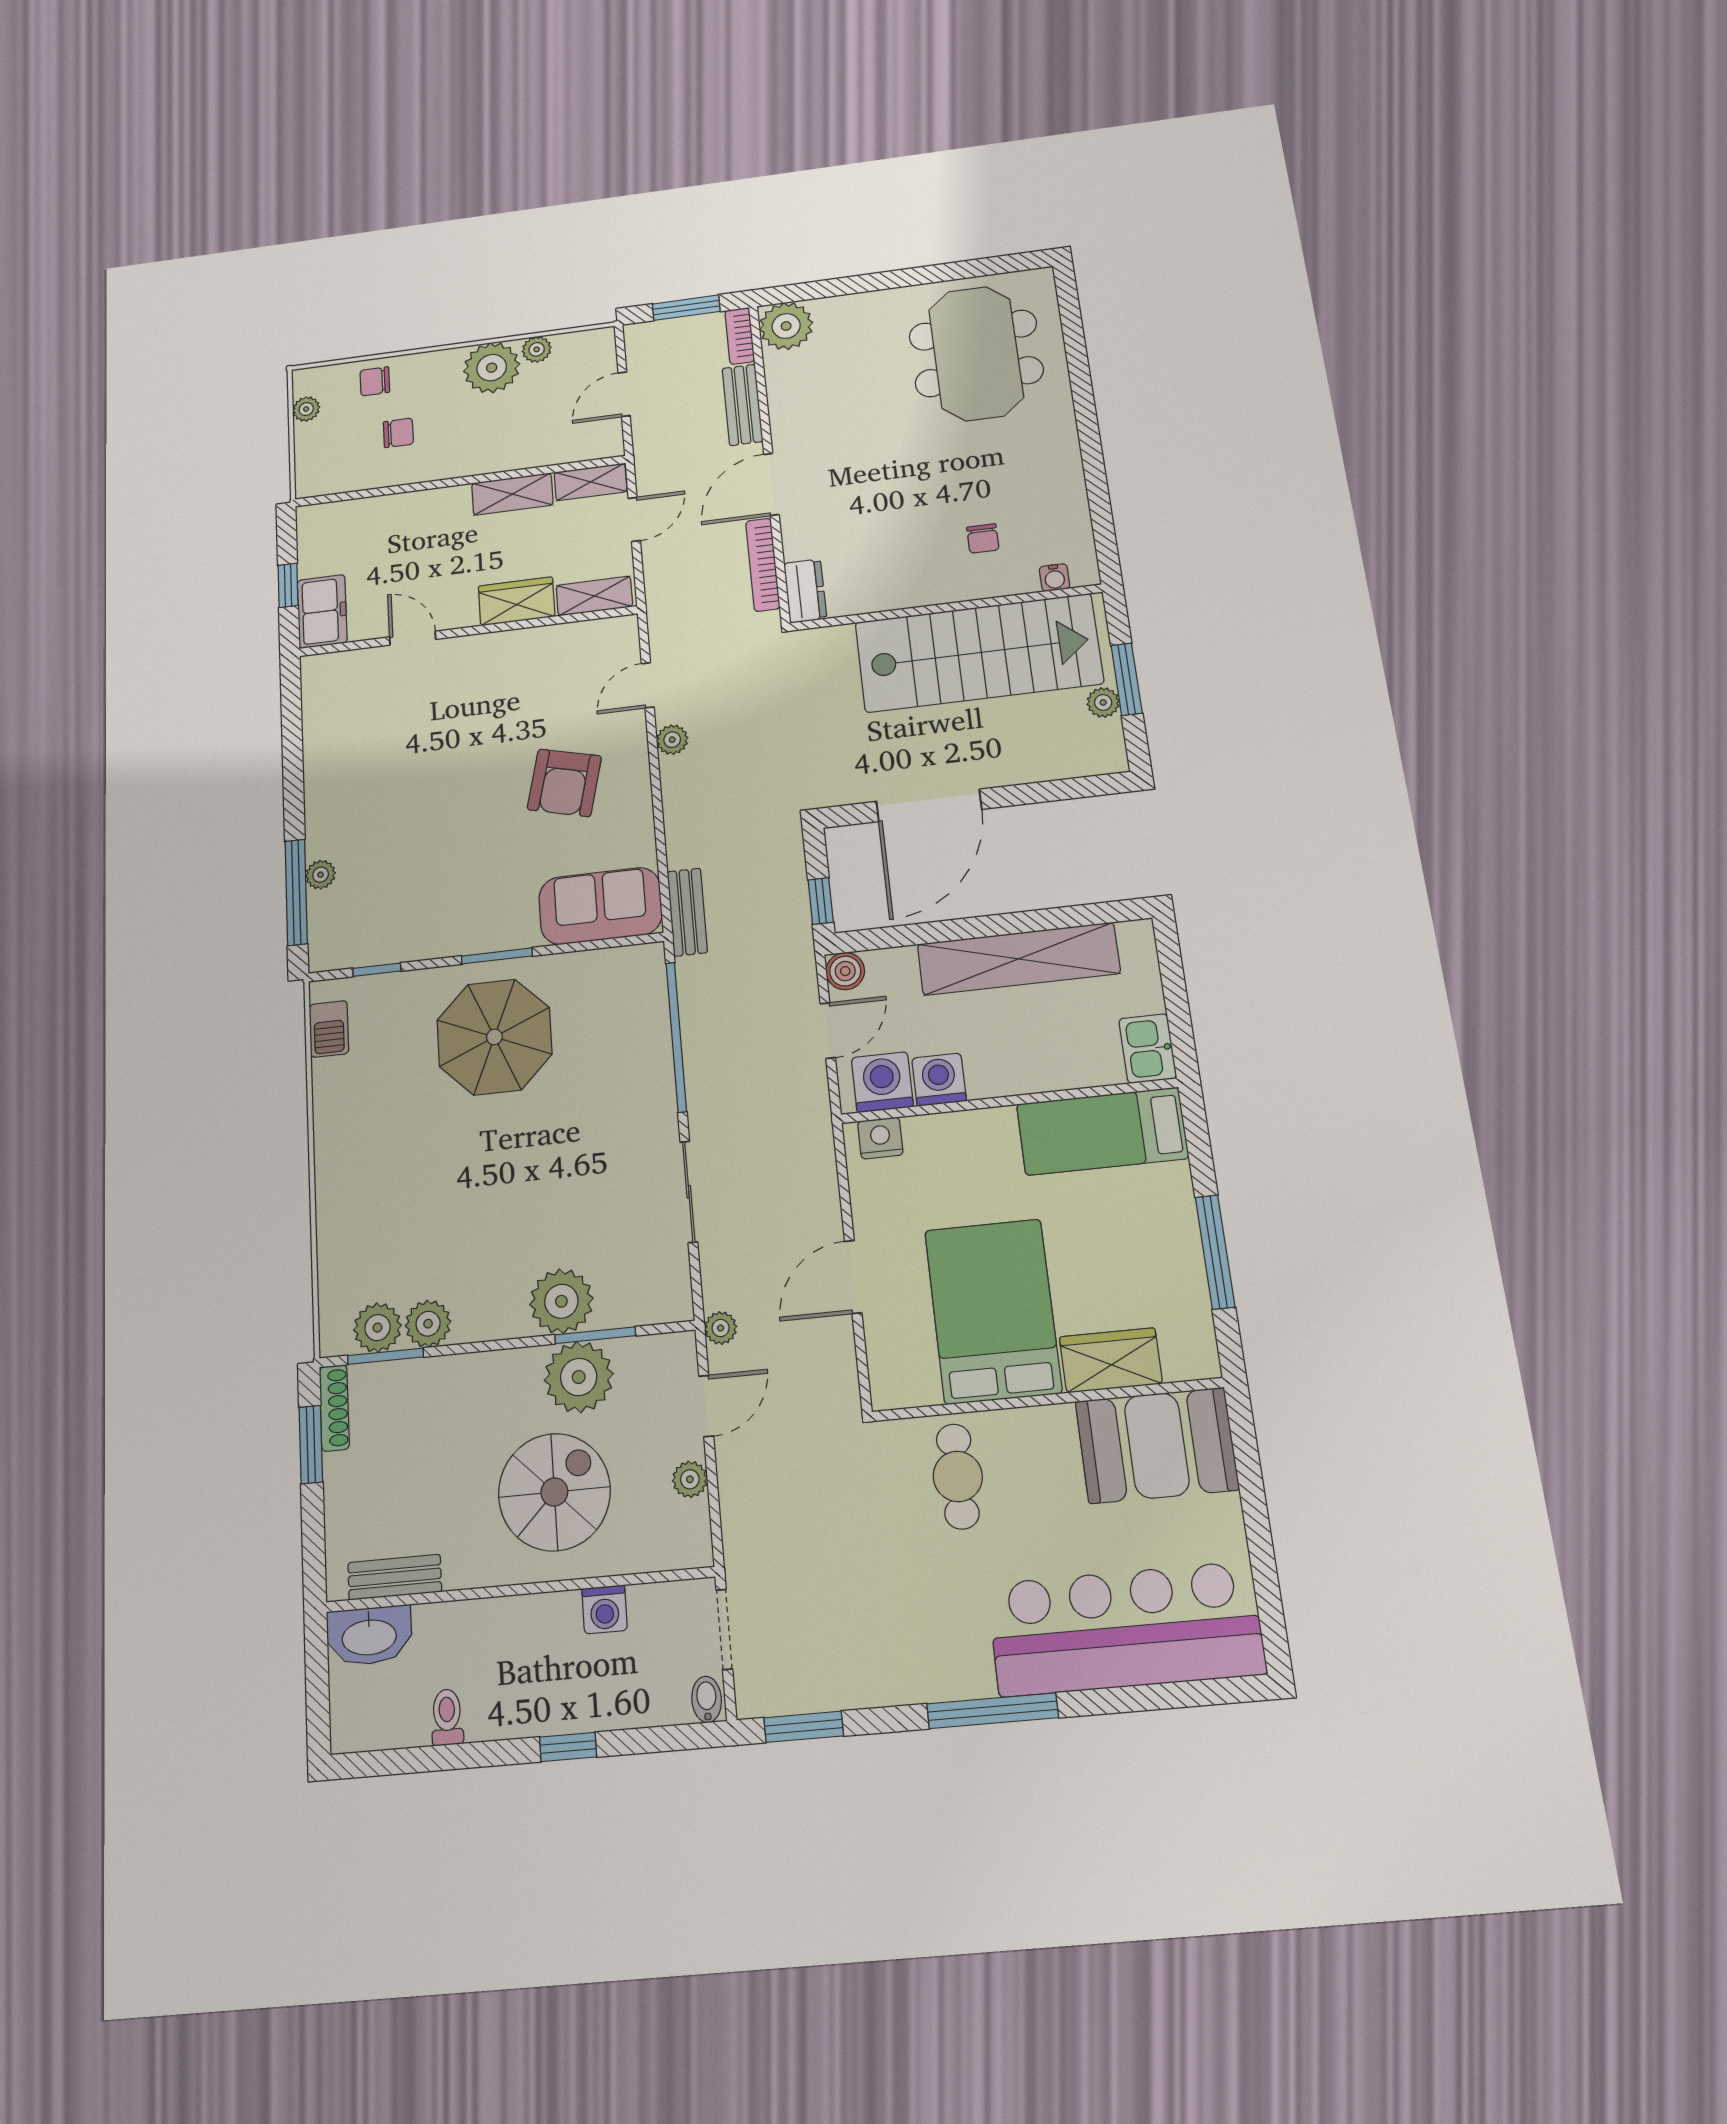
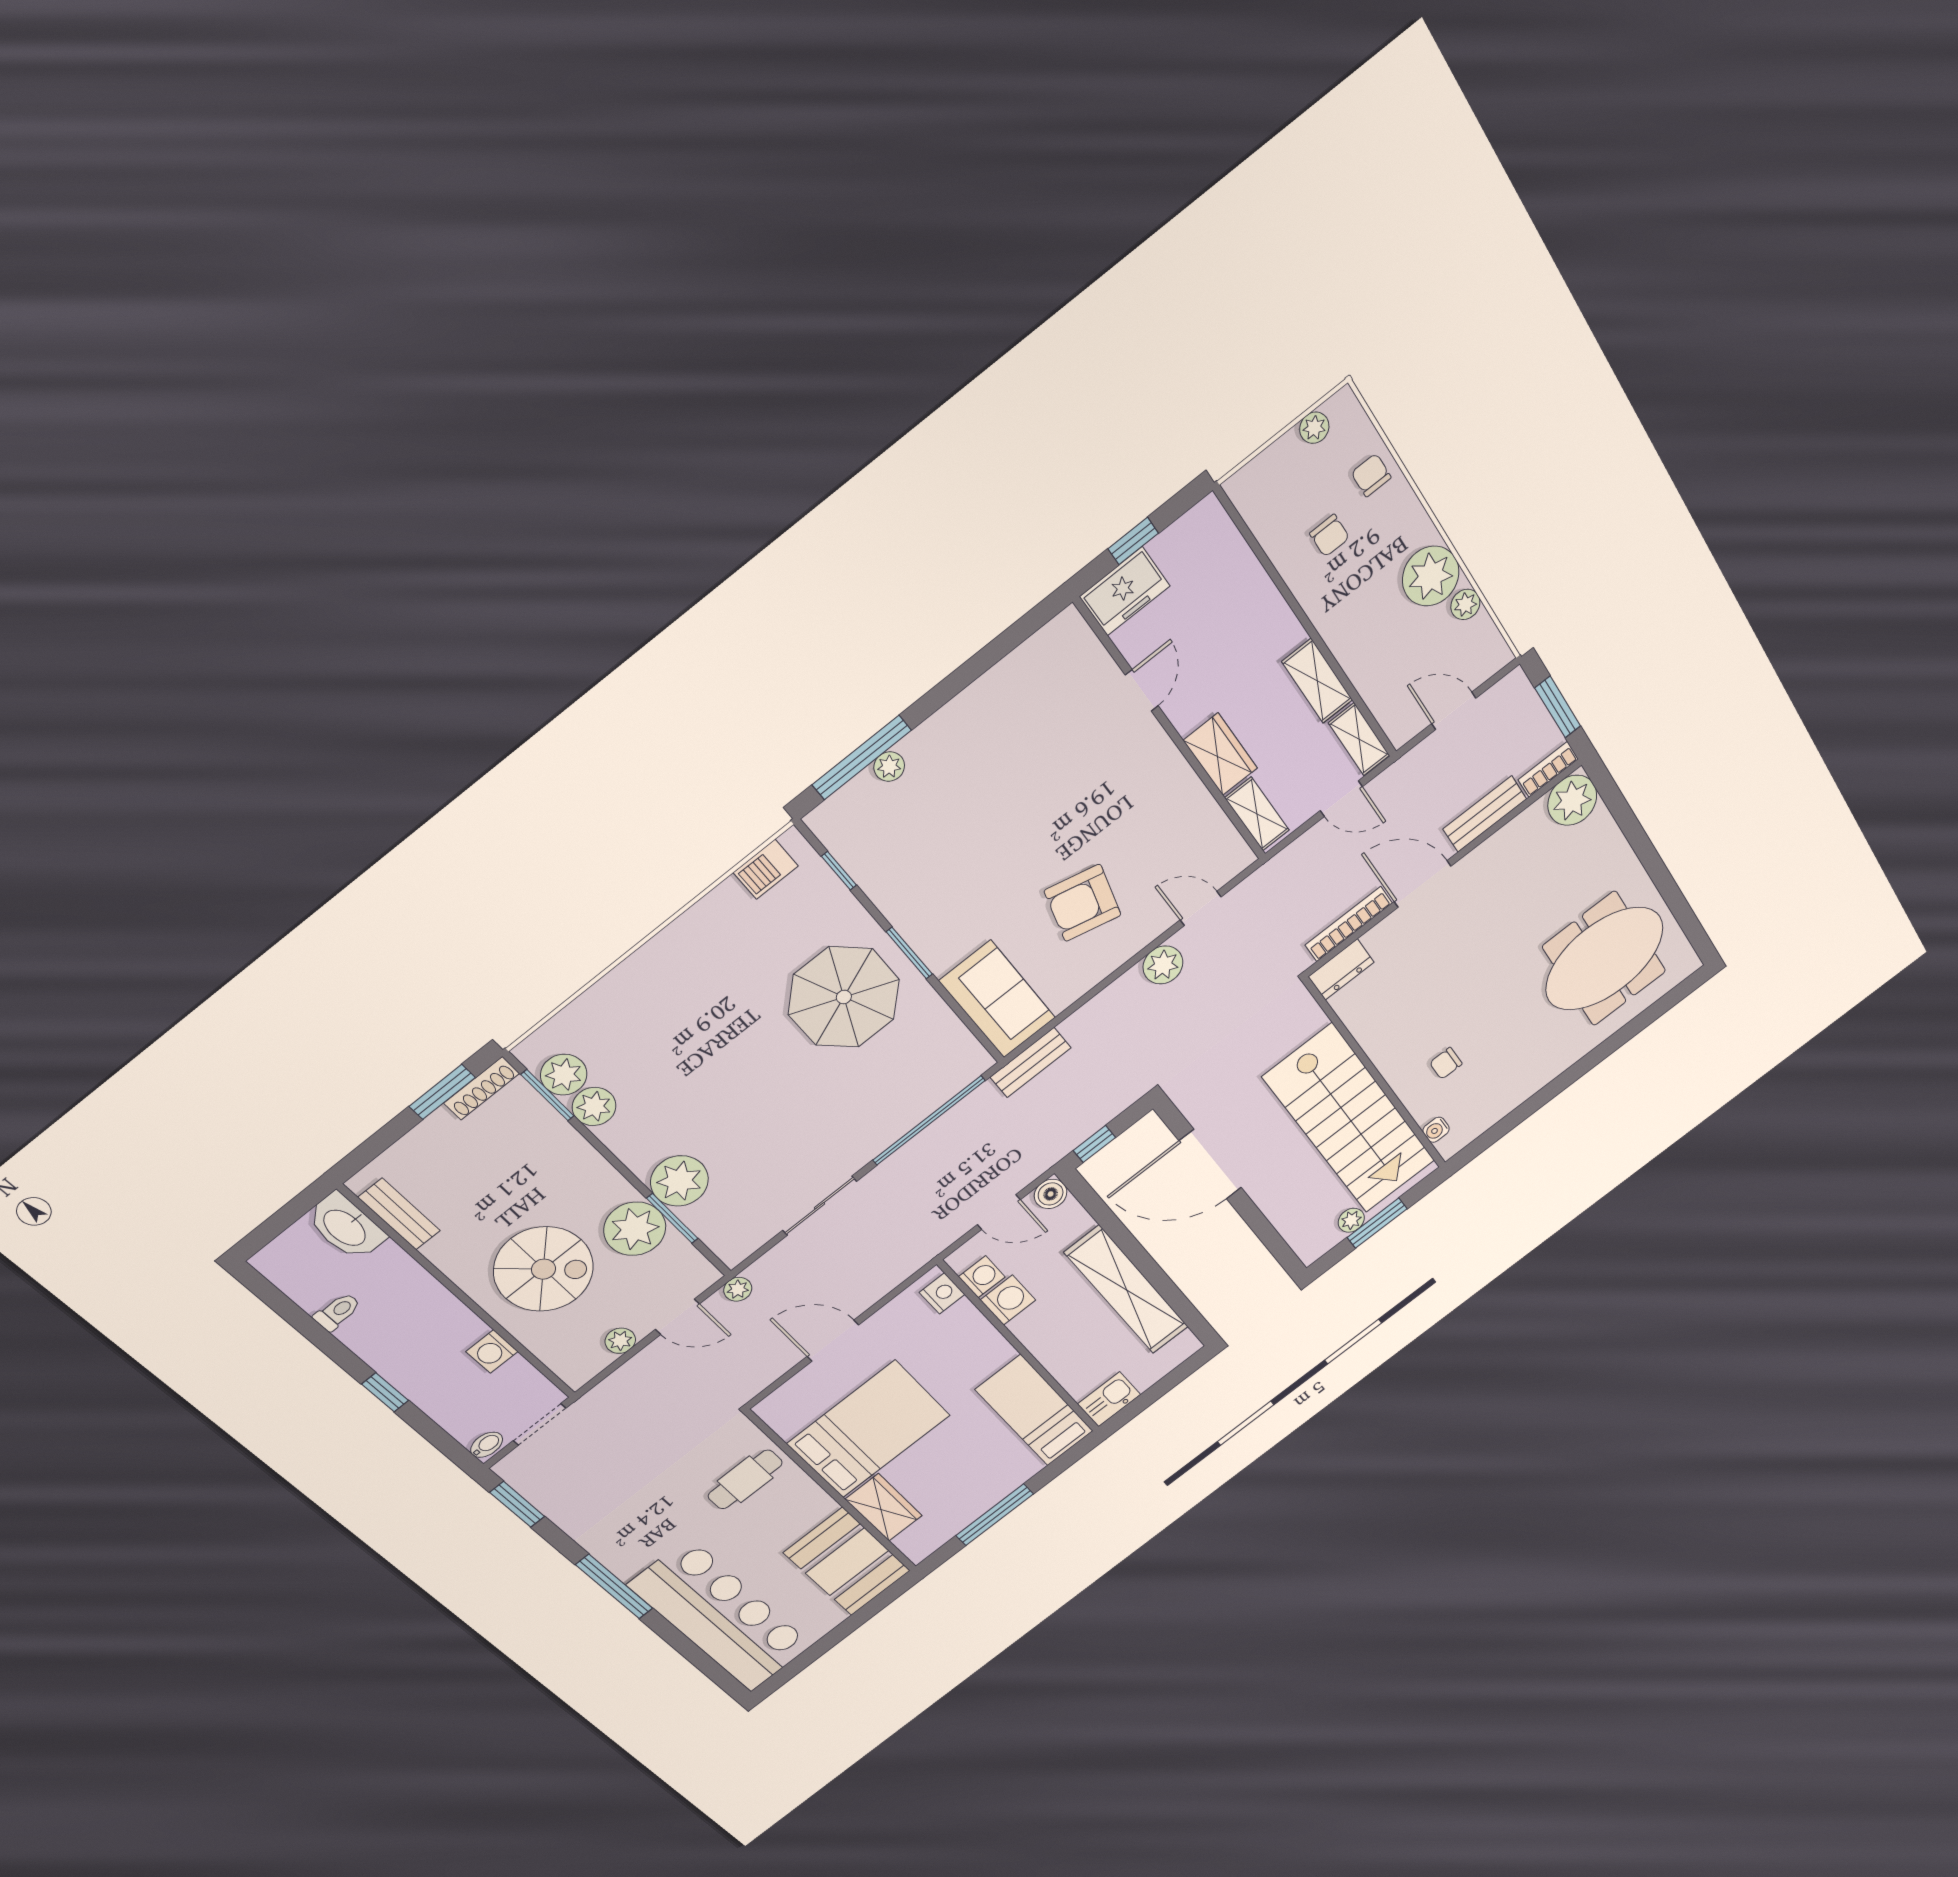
plant: (672, 740) -> (1163, 965), width x1.38, depth x1.38
washing machine: (882, 1082) -> (982, 1277), width x0.73, depth x0.73

